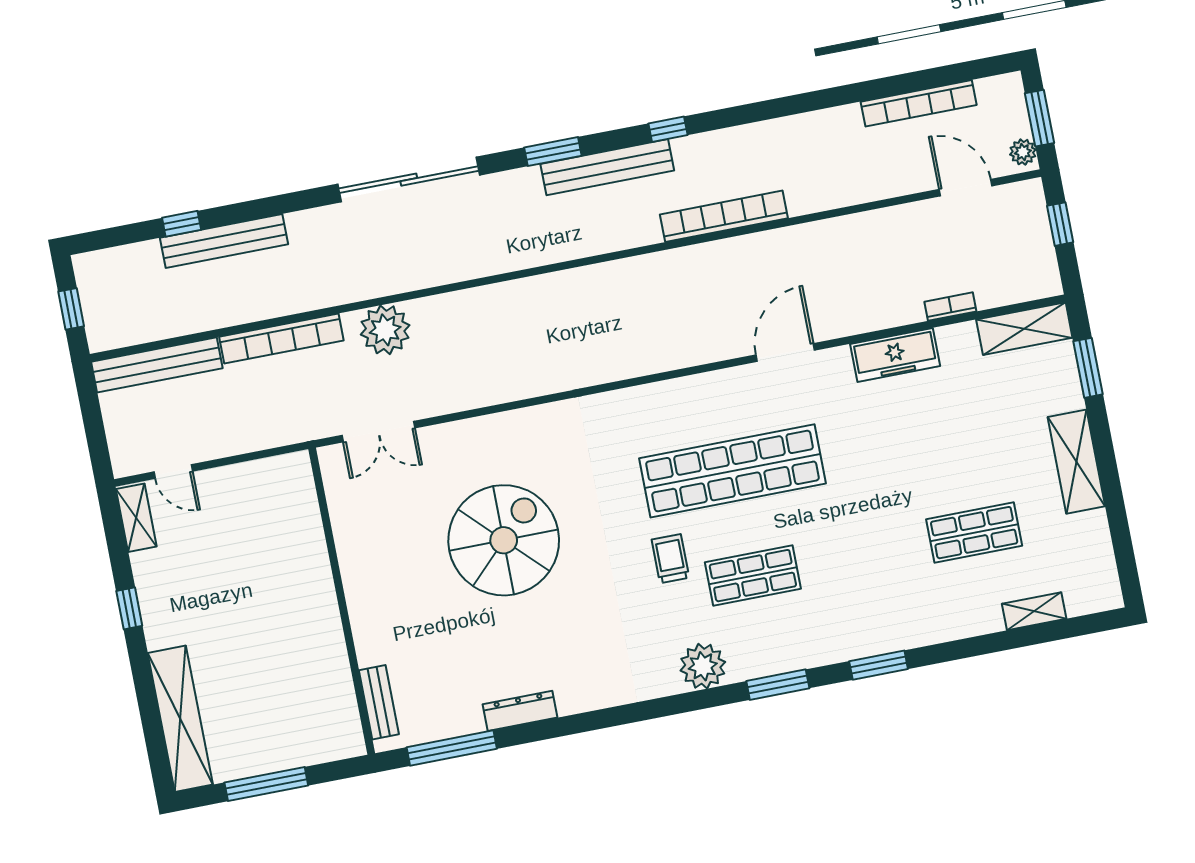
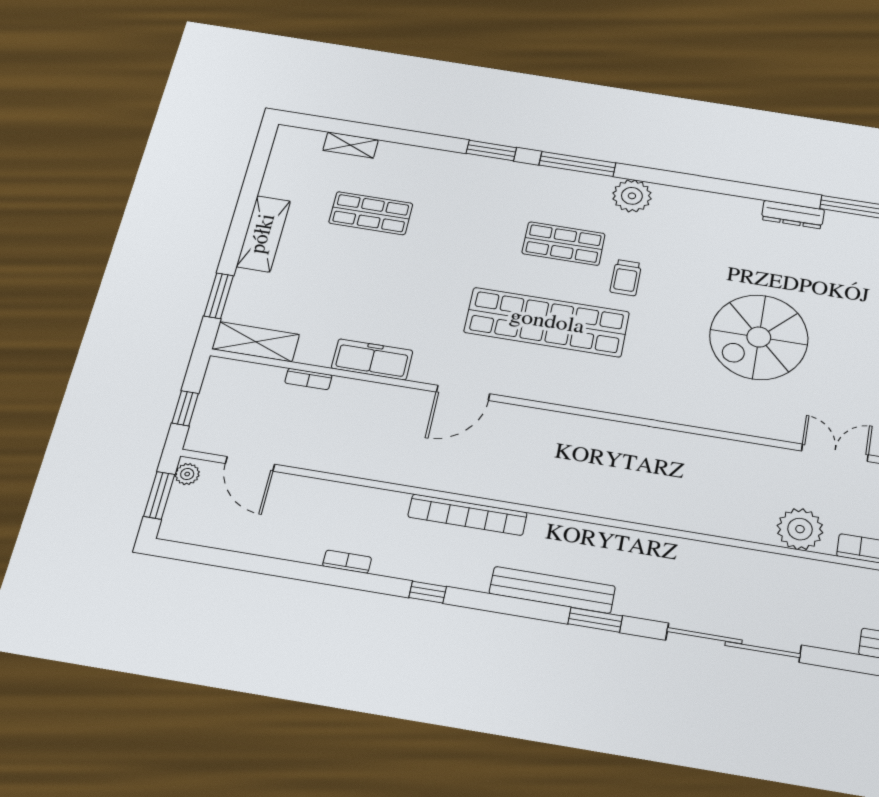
bookcase: (919, 103) -> (347, 562), moved, width x0.43, depth x0.76
window: (668, 129) -> (428, 592), moved
window: (778, 685) -> (577, 164), width x1.44

